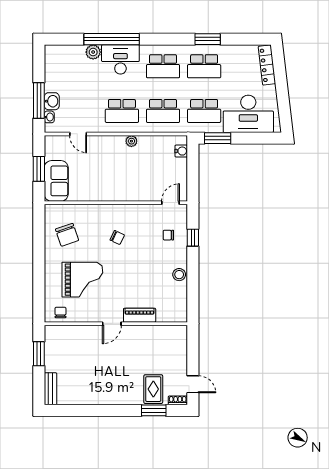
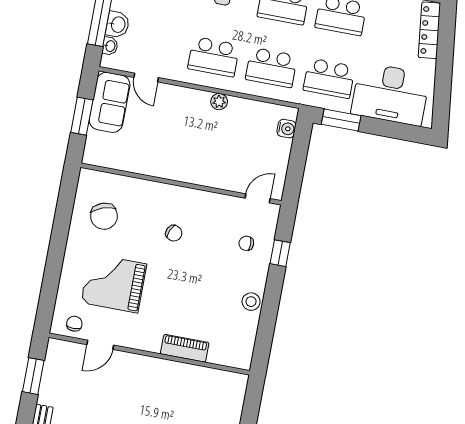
sofa: (56, 181) -> (110, 102), moved
grand piano: (82, 280) -> (114, 283), turned 180
door: (112, 324) -> (100, 345), moved

